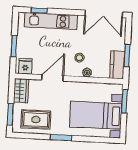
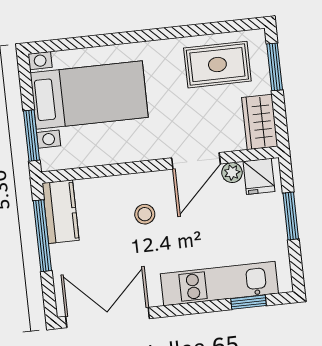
window: (127, 55) -> (42, 236), width x1.44
plant: (87, 73) -> (232, 173), moved
window: (61, 138) -> (157, 34), removed

